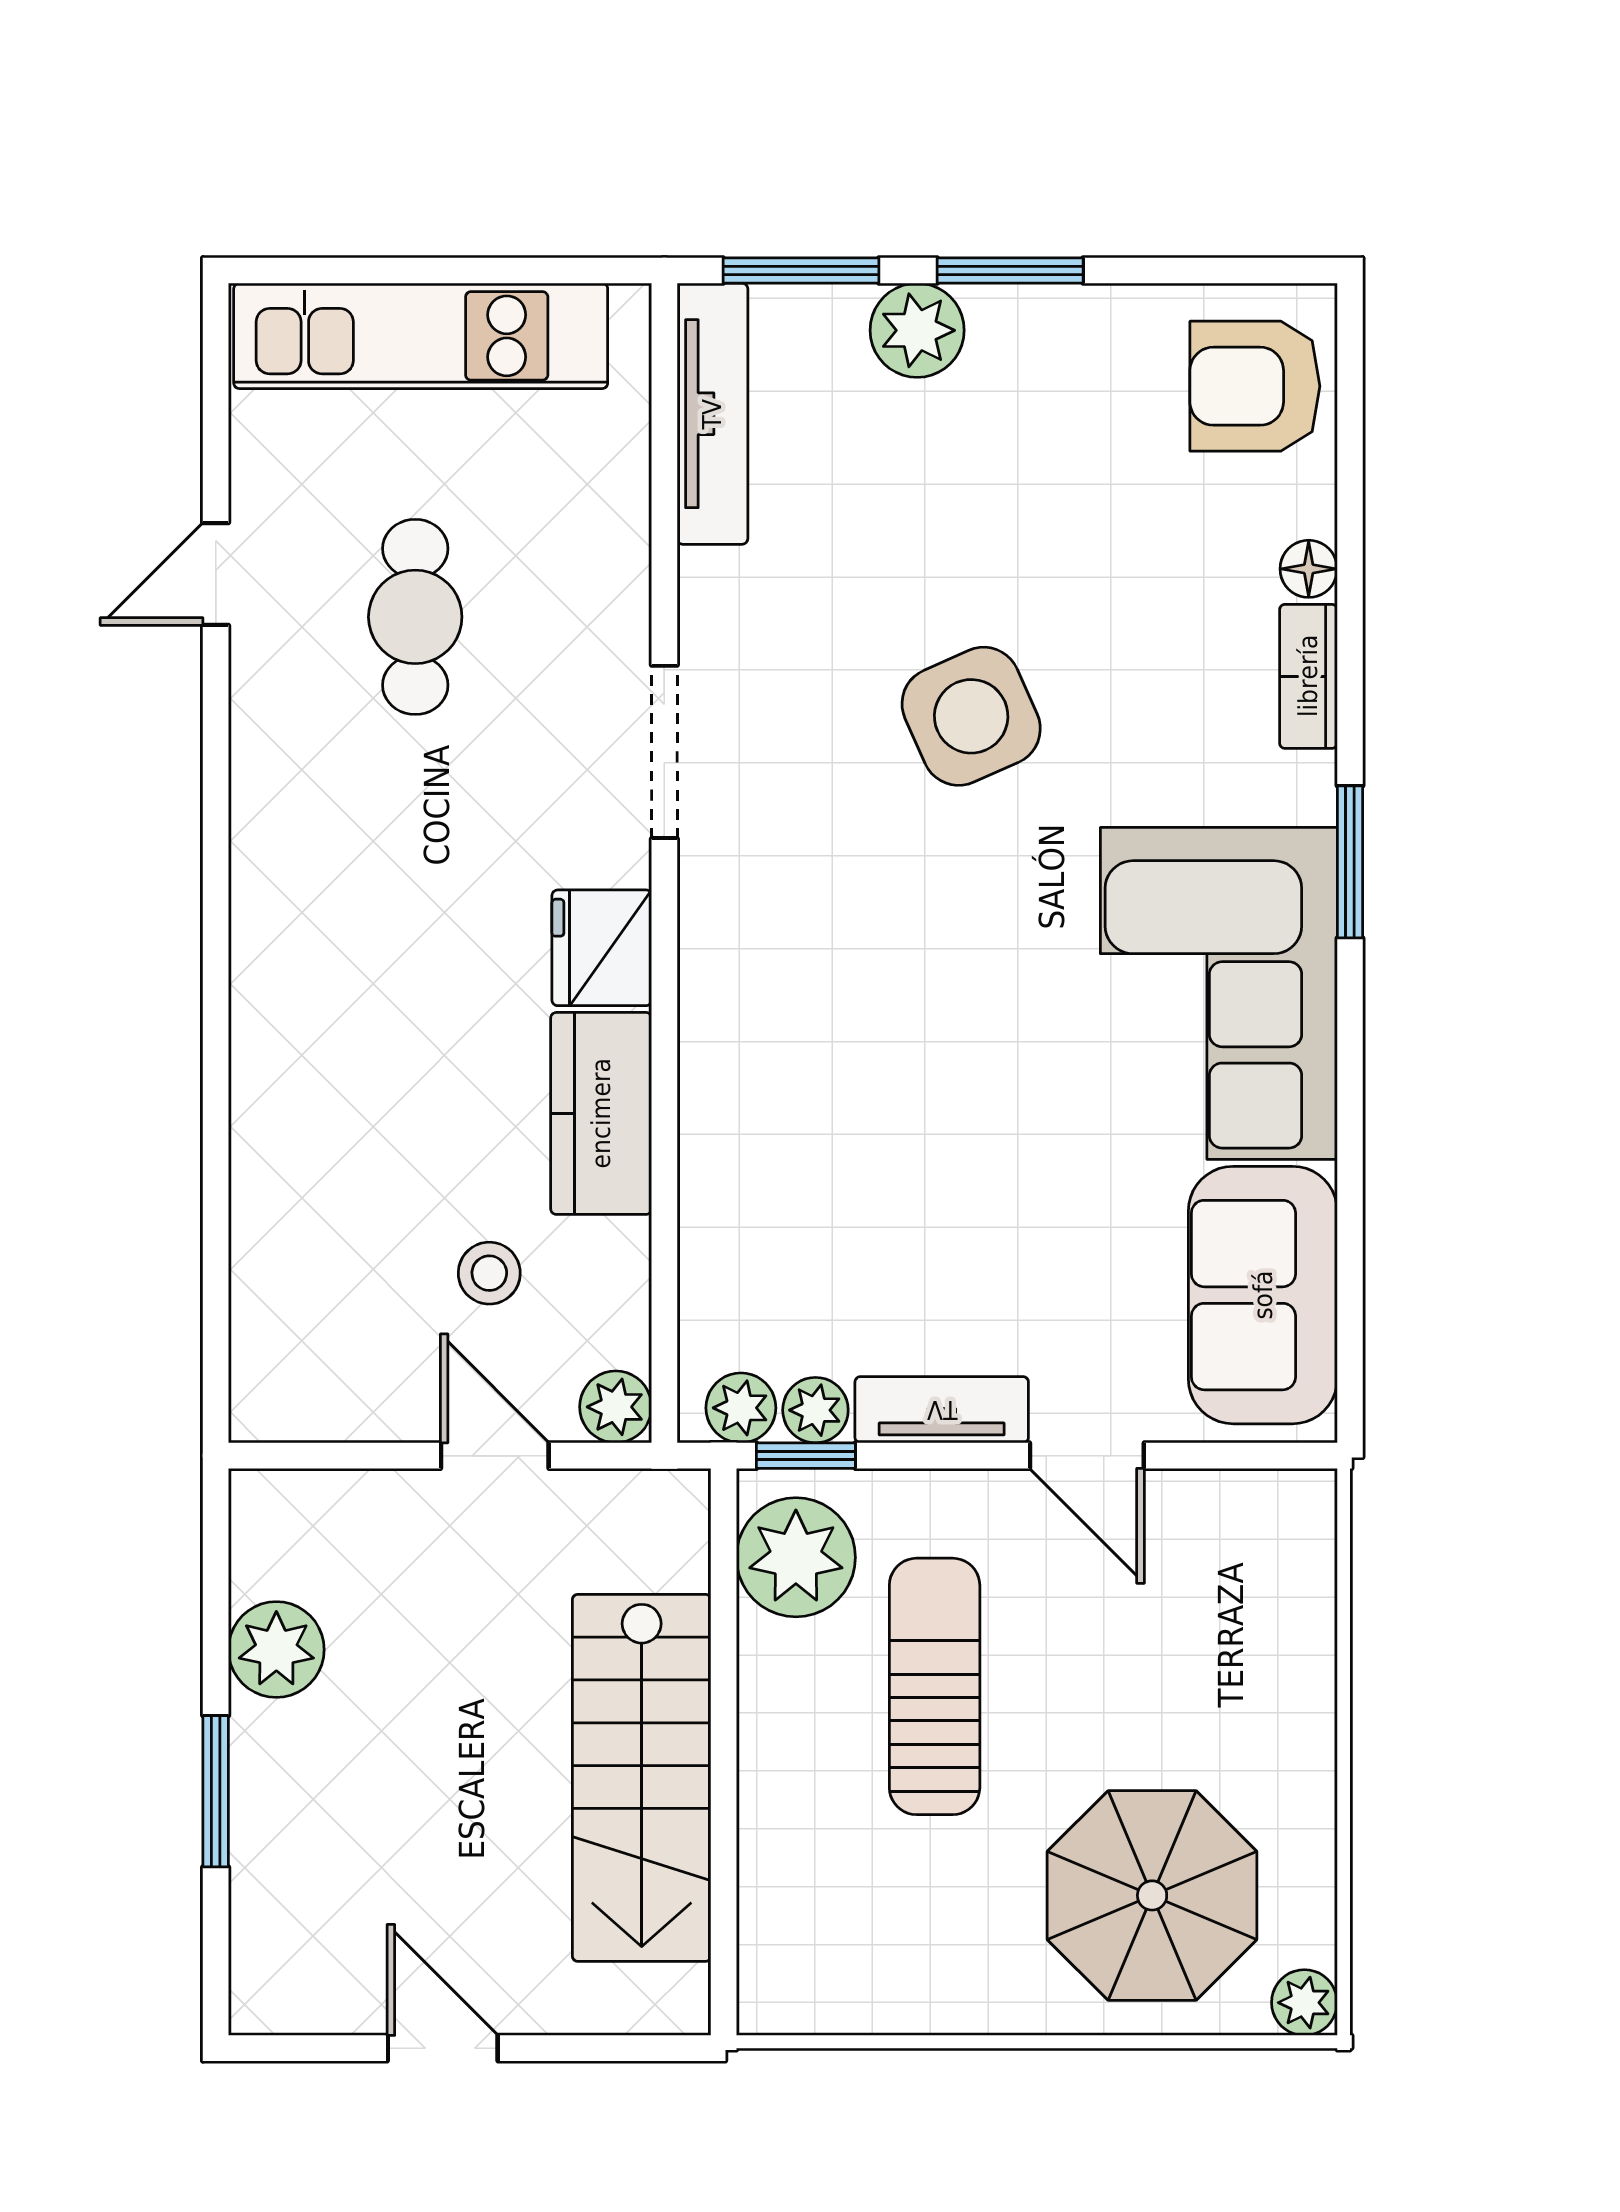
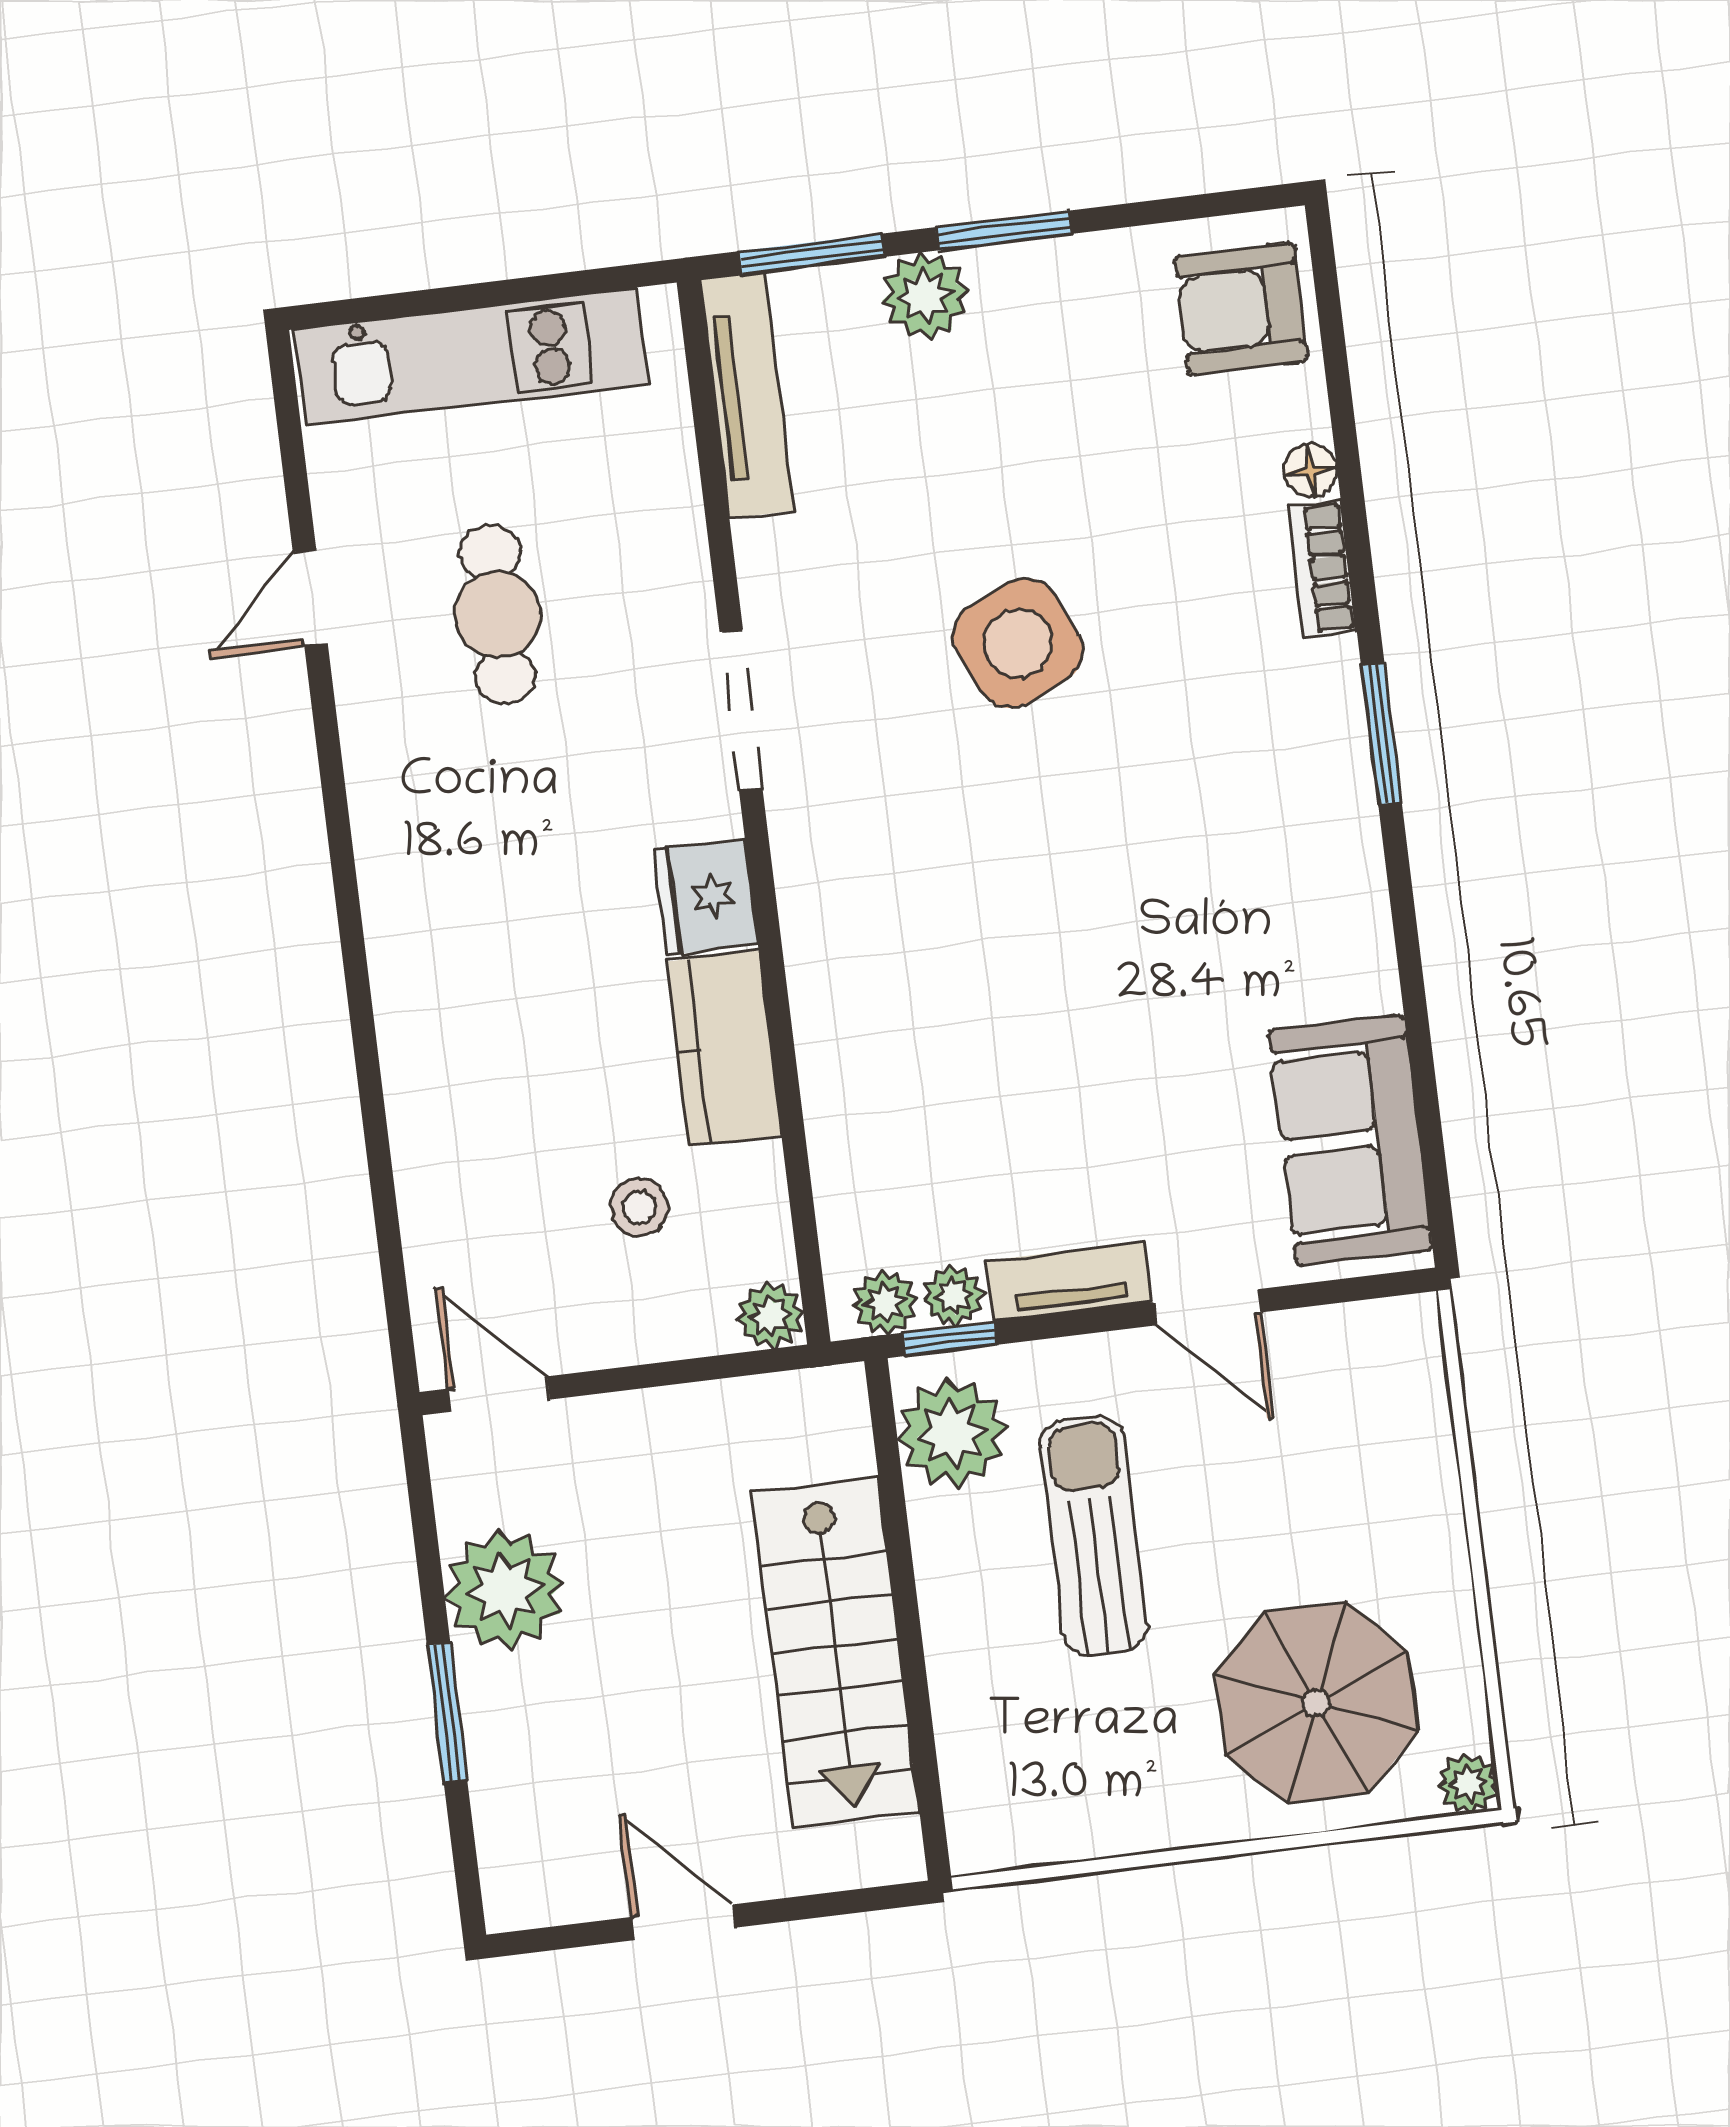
corner sofa: (1219, 993) -> (1276, 869), removed
door: (495, 1456) -> (499, 1394), moved
plant: (276, 1650) -> (505, 1590), width x1.36, depth x1.36

